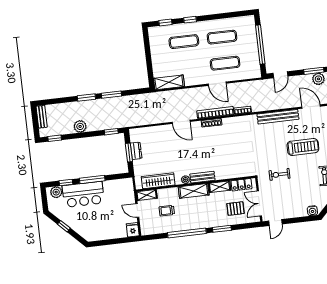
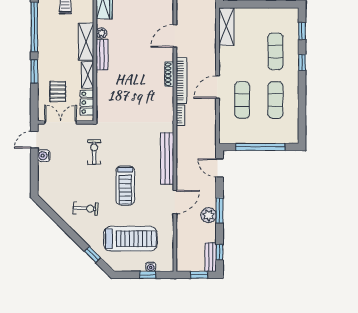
water cooler: (312, 211) -> (44, 156), moved
door: (275, 223) -> (34, 140), hinge flipped

